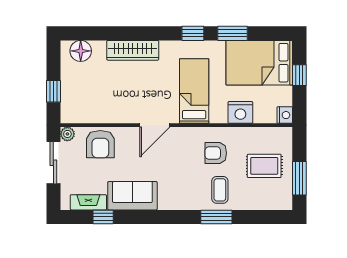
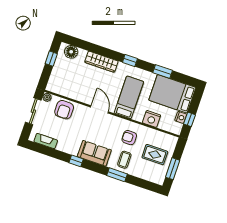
window: (193, 33) -> (130, 60), moved
window: (299, 75) -> (189, 119), moved
window: (53, 91) -> (51, 59), moved
nightstand: (285, 115) -> (181, 117), moved
door: (155, 125) -> (99, 109), swing flipped
sofa: (132, 196) -> (94, 153), moved
window: (103, 217) -> (76, 161), moved

